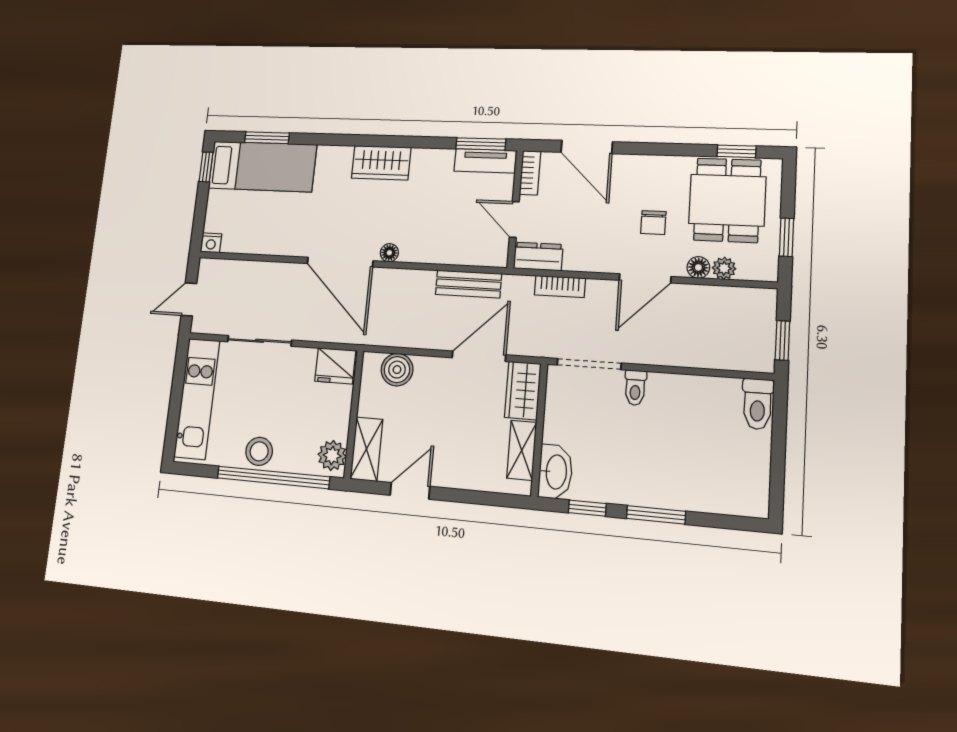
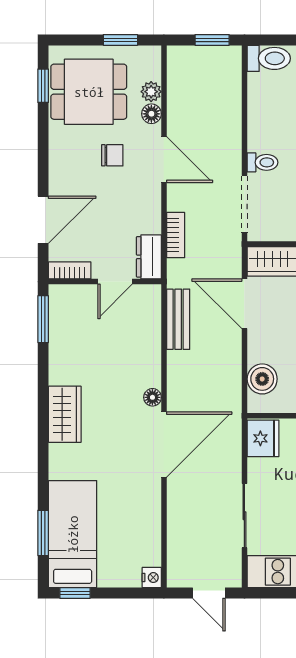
tv unit: (485, 161) -> (60, 314), removed

